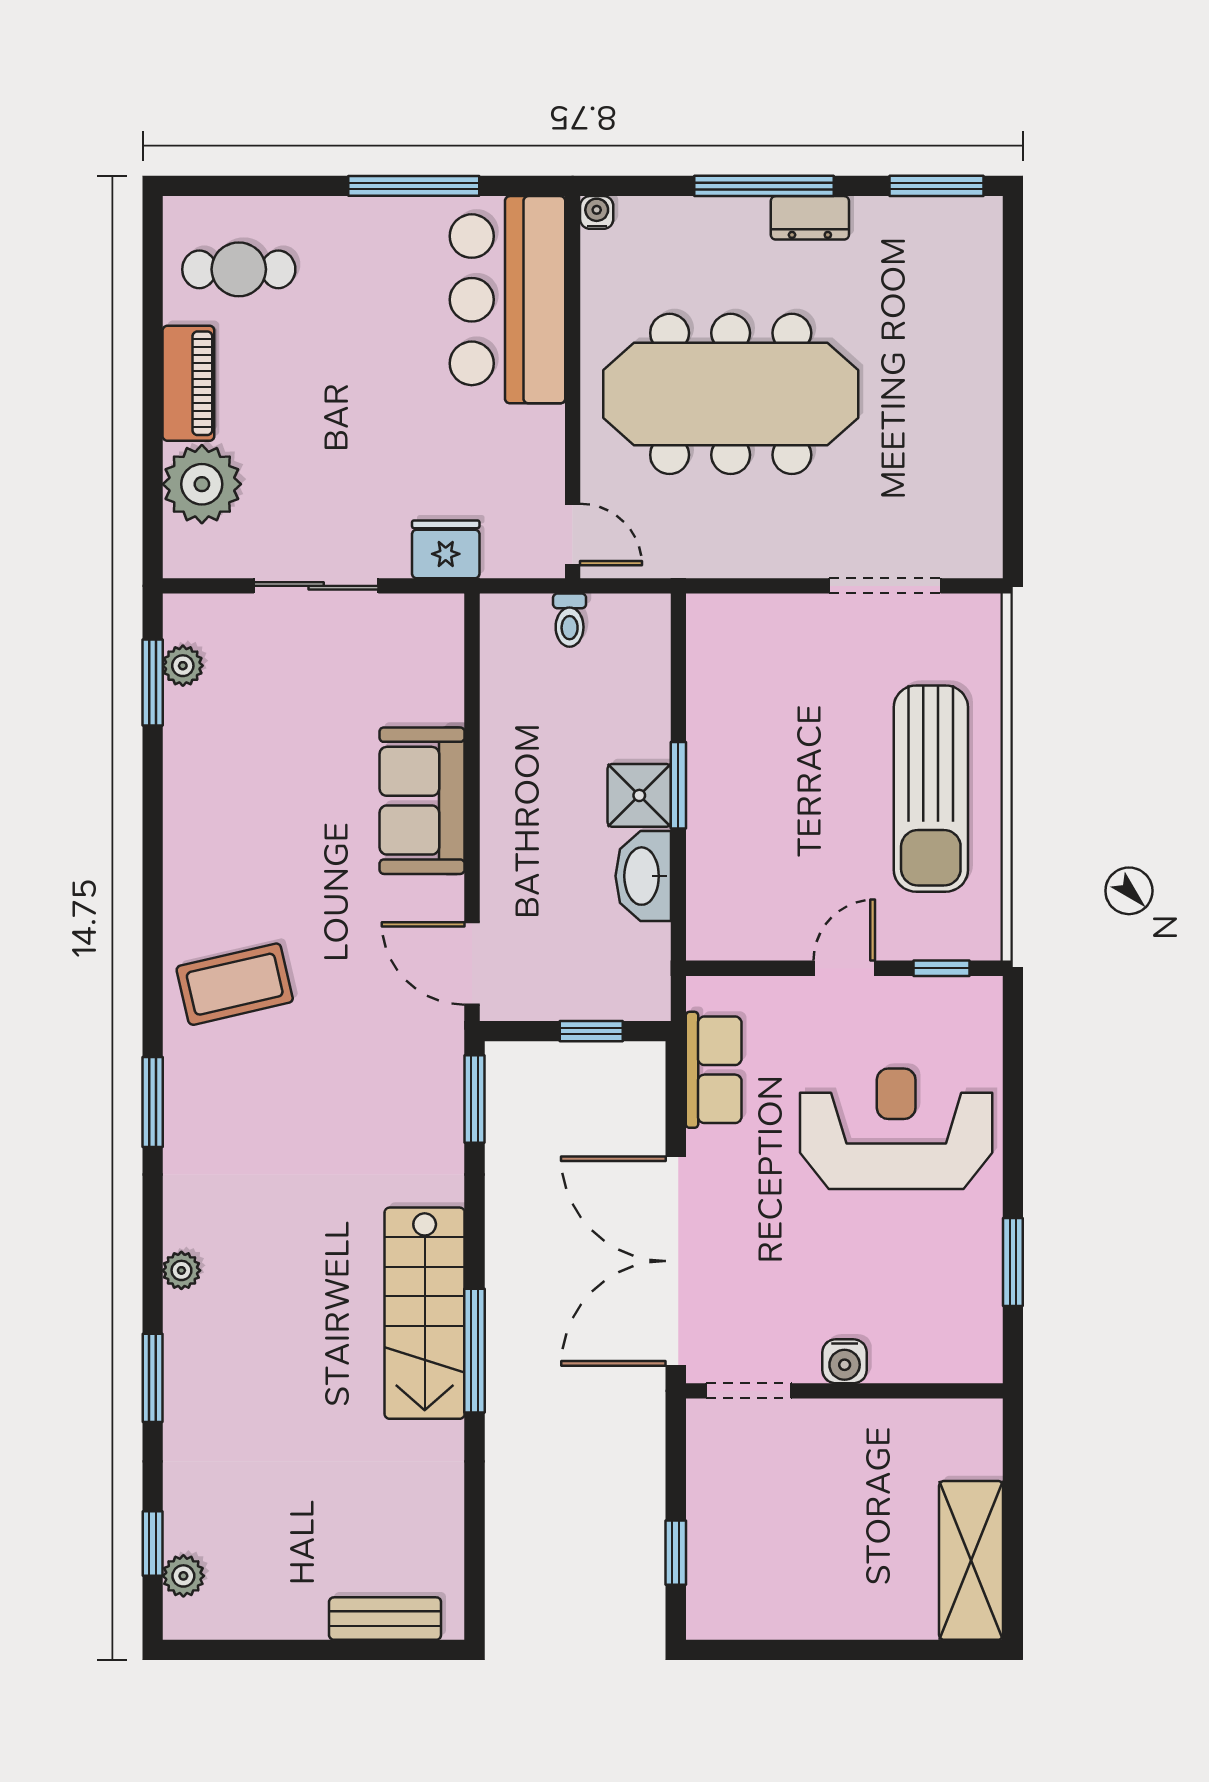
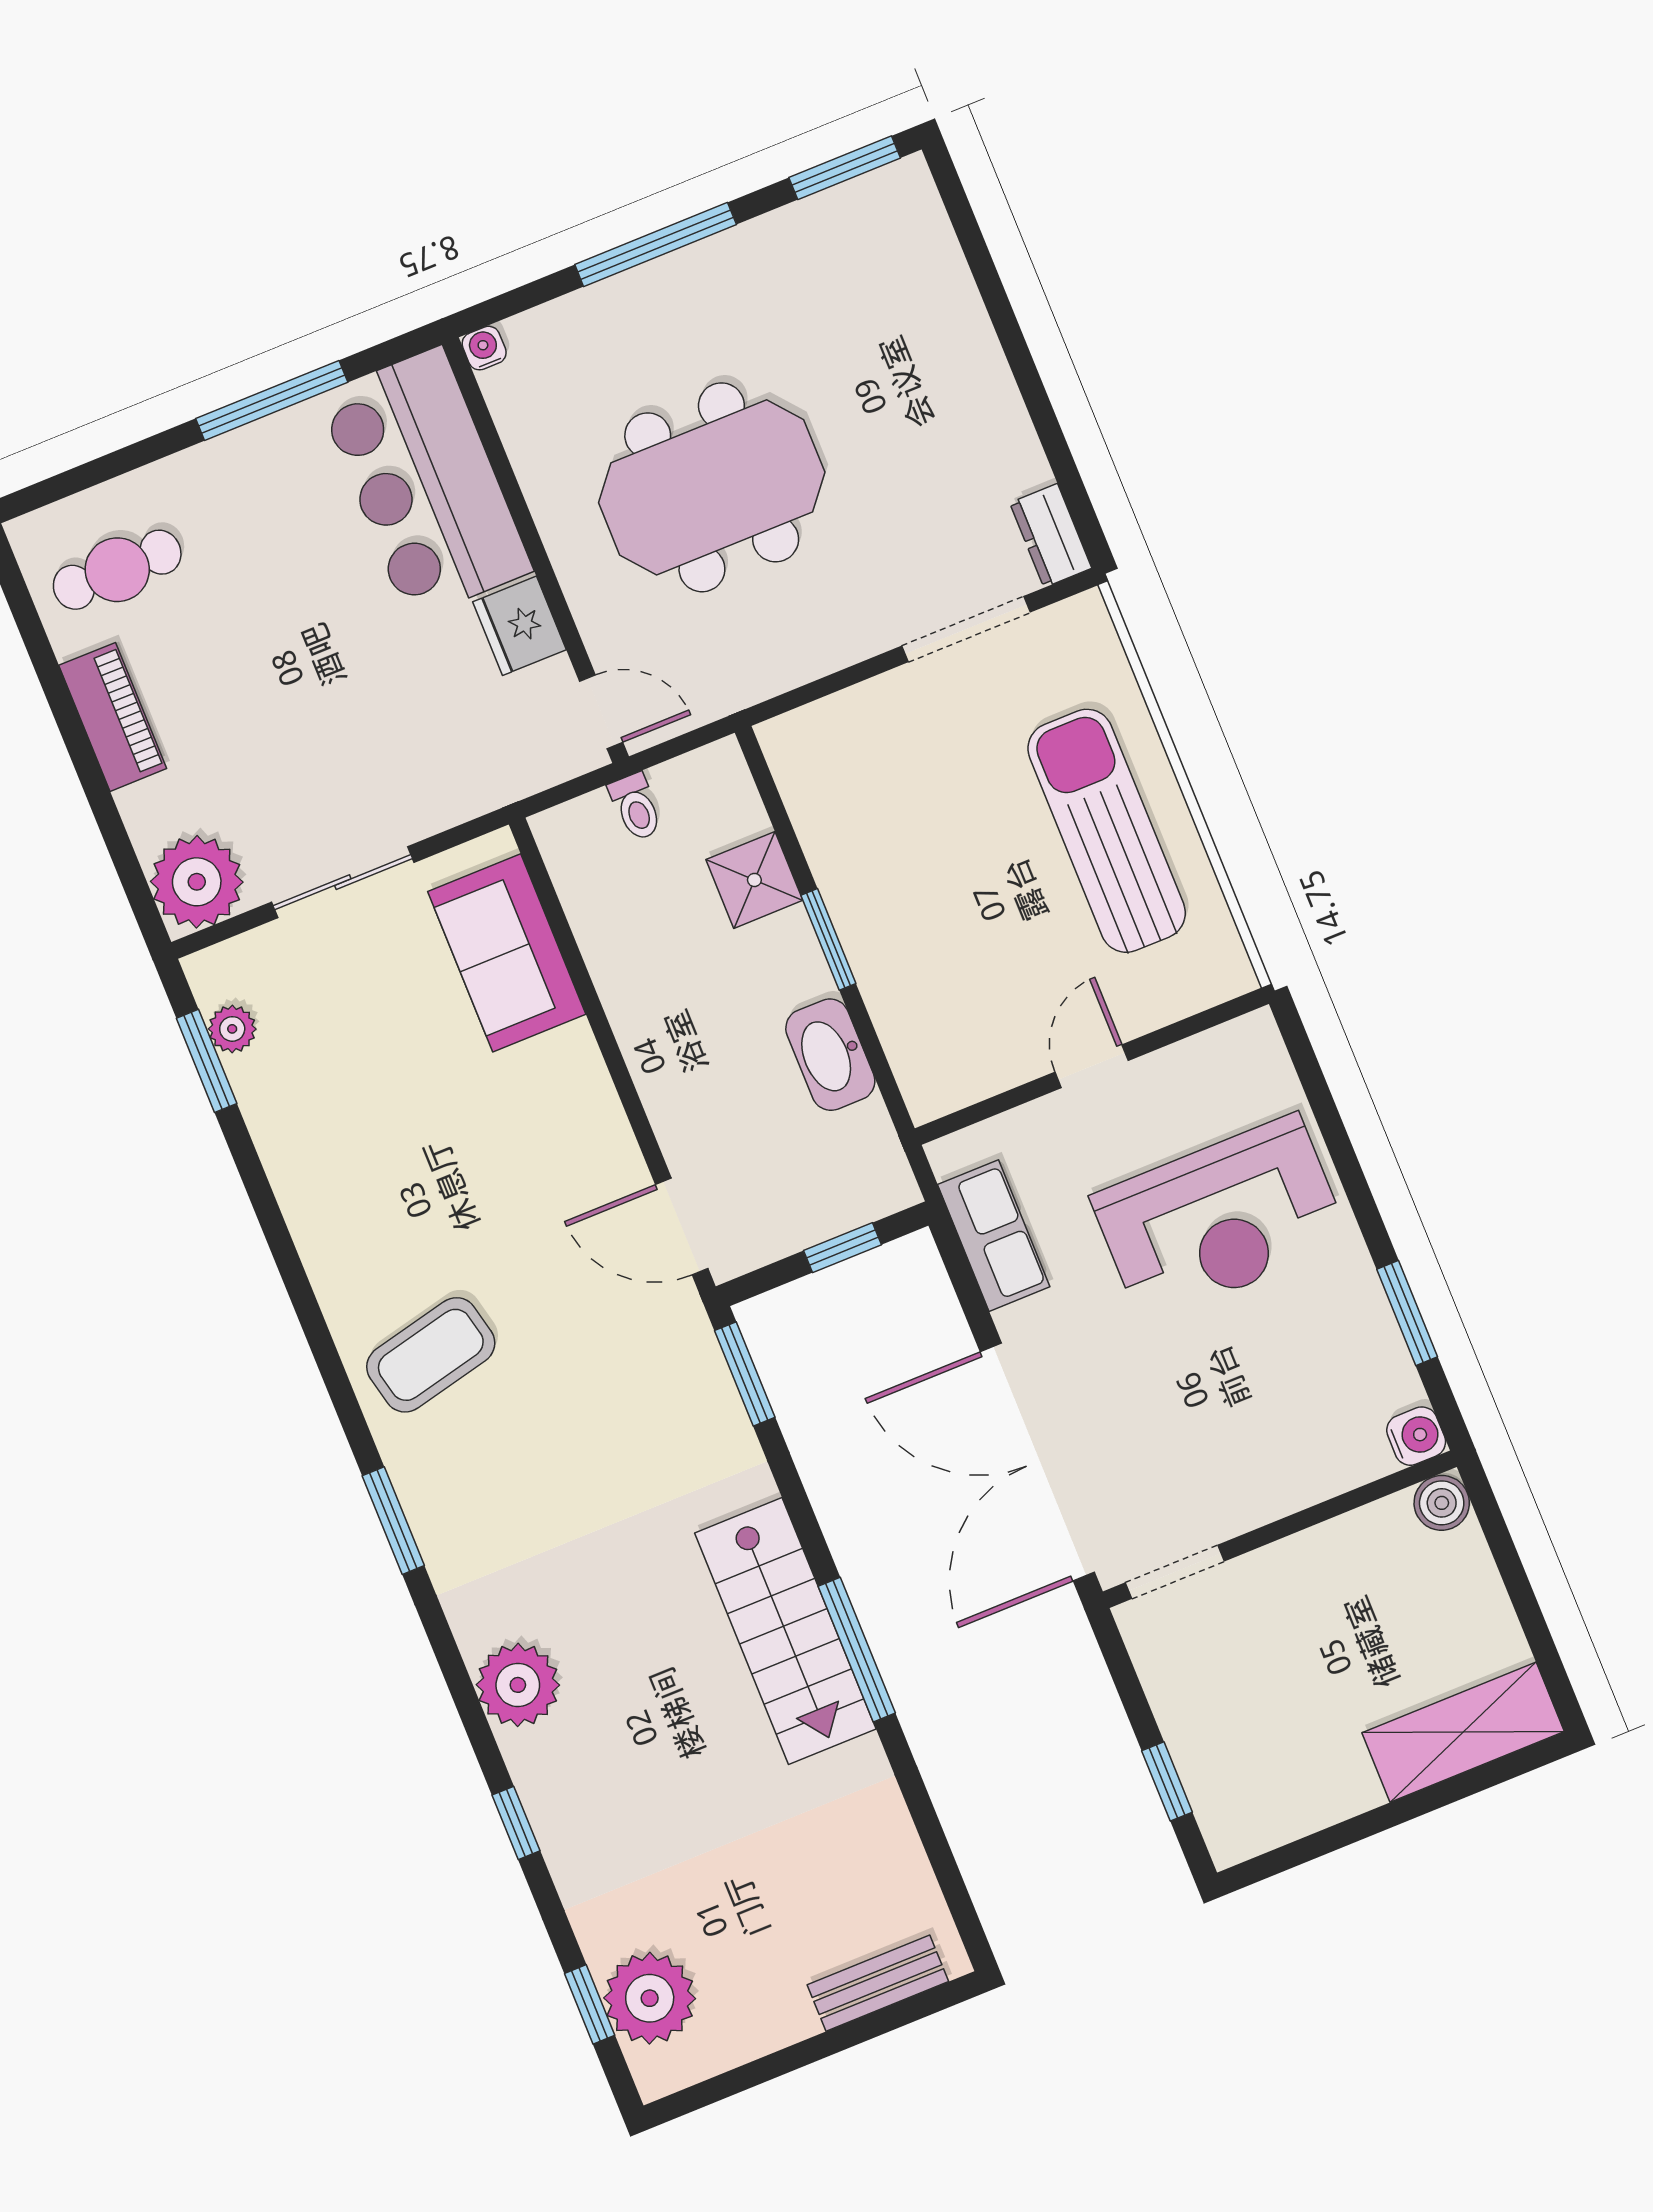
dresser: (810, 218) -> (1051, 535), moved, turned 90
meeting table: (731, 394) -> (712, 487), width x0.73
plant: (202, 484) -> (197, 882), moved
fridge: (446, 549) -> (519, 626), moved, turned -90
sun lounger: (931, 789) -> (1107, 831), turned 180
shower: (639, 795) -> (754, 880), moved
sofa: (422, 801) -> (507, 953), moved
window: (942, 968) -> (1198, 1023), removed
reception desk: (896, 1129) -> (1220, 1219), turned 180
plant: (181, 1270) -> (518, 1685), width x1.87, depth x1.87
water cooler: (845, 1361) -> (1416, 1436), moved, turned -90
window: (153, 1378) -> (516, 1823), width x0.67
boiler: (980, 1422) -> (1442, 1503), added
shelving: (971, 1560) -> (1463, 1732), moved, turned 90
plant: (183, 1576) -> (650, 1998), width x1.87, depth x1.87

